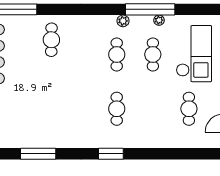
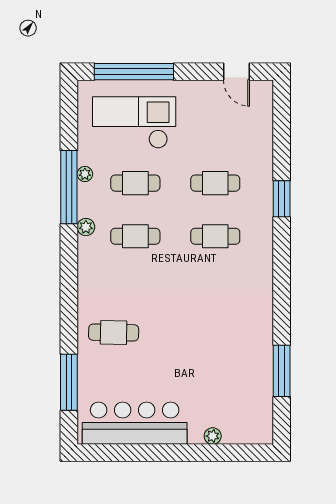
cafe table: (189, 109) -> (215, 183), moved
window: (38, 154) -> (282, 371), moved
window: (111, 154) -> (282, 199), moved

